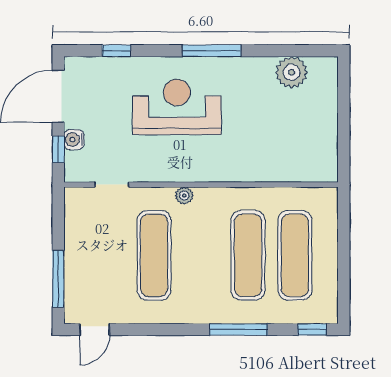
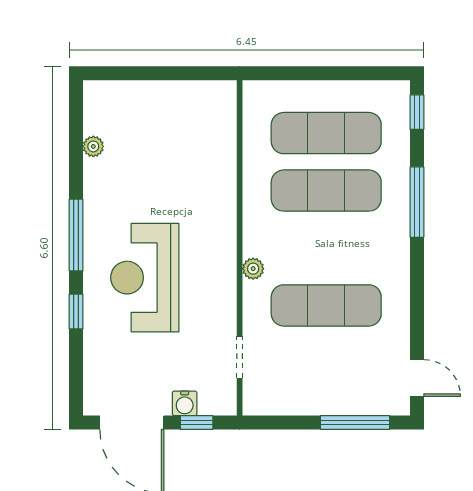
window: (117, 51) -> (76, 312), moved
plant: (291, 72) -> (93, 146), width x0.53, depth x0.53

